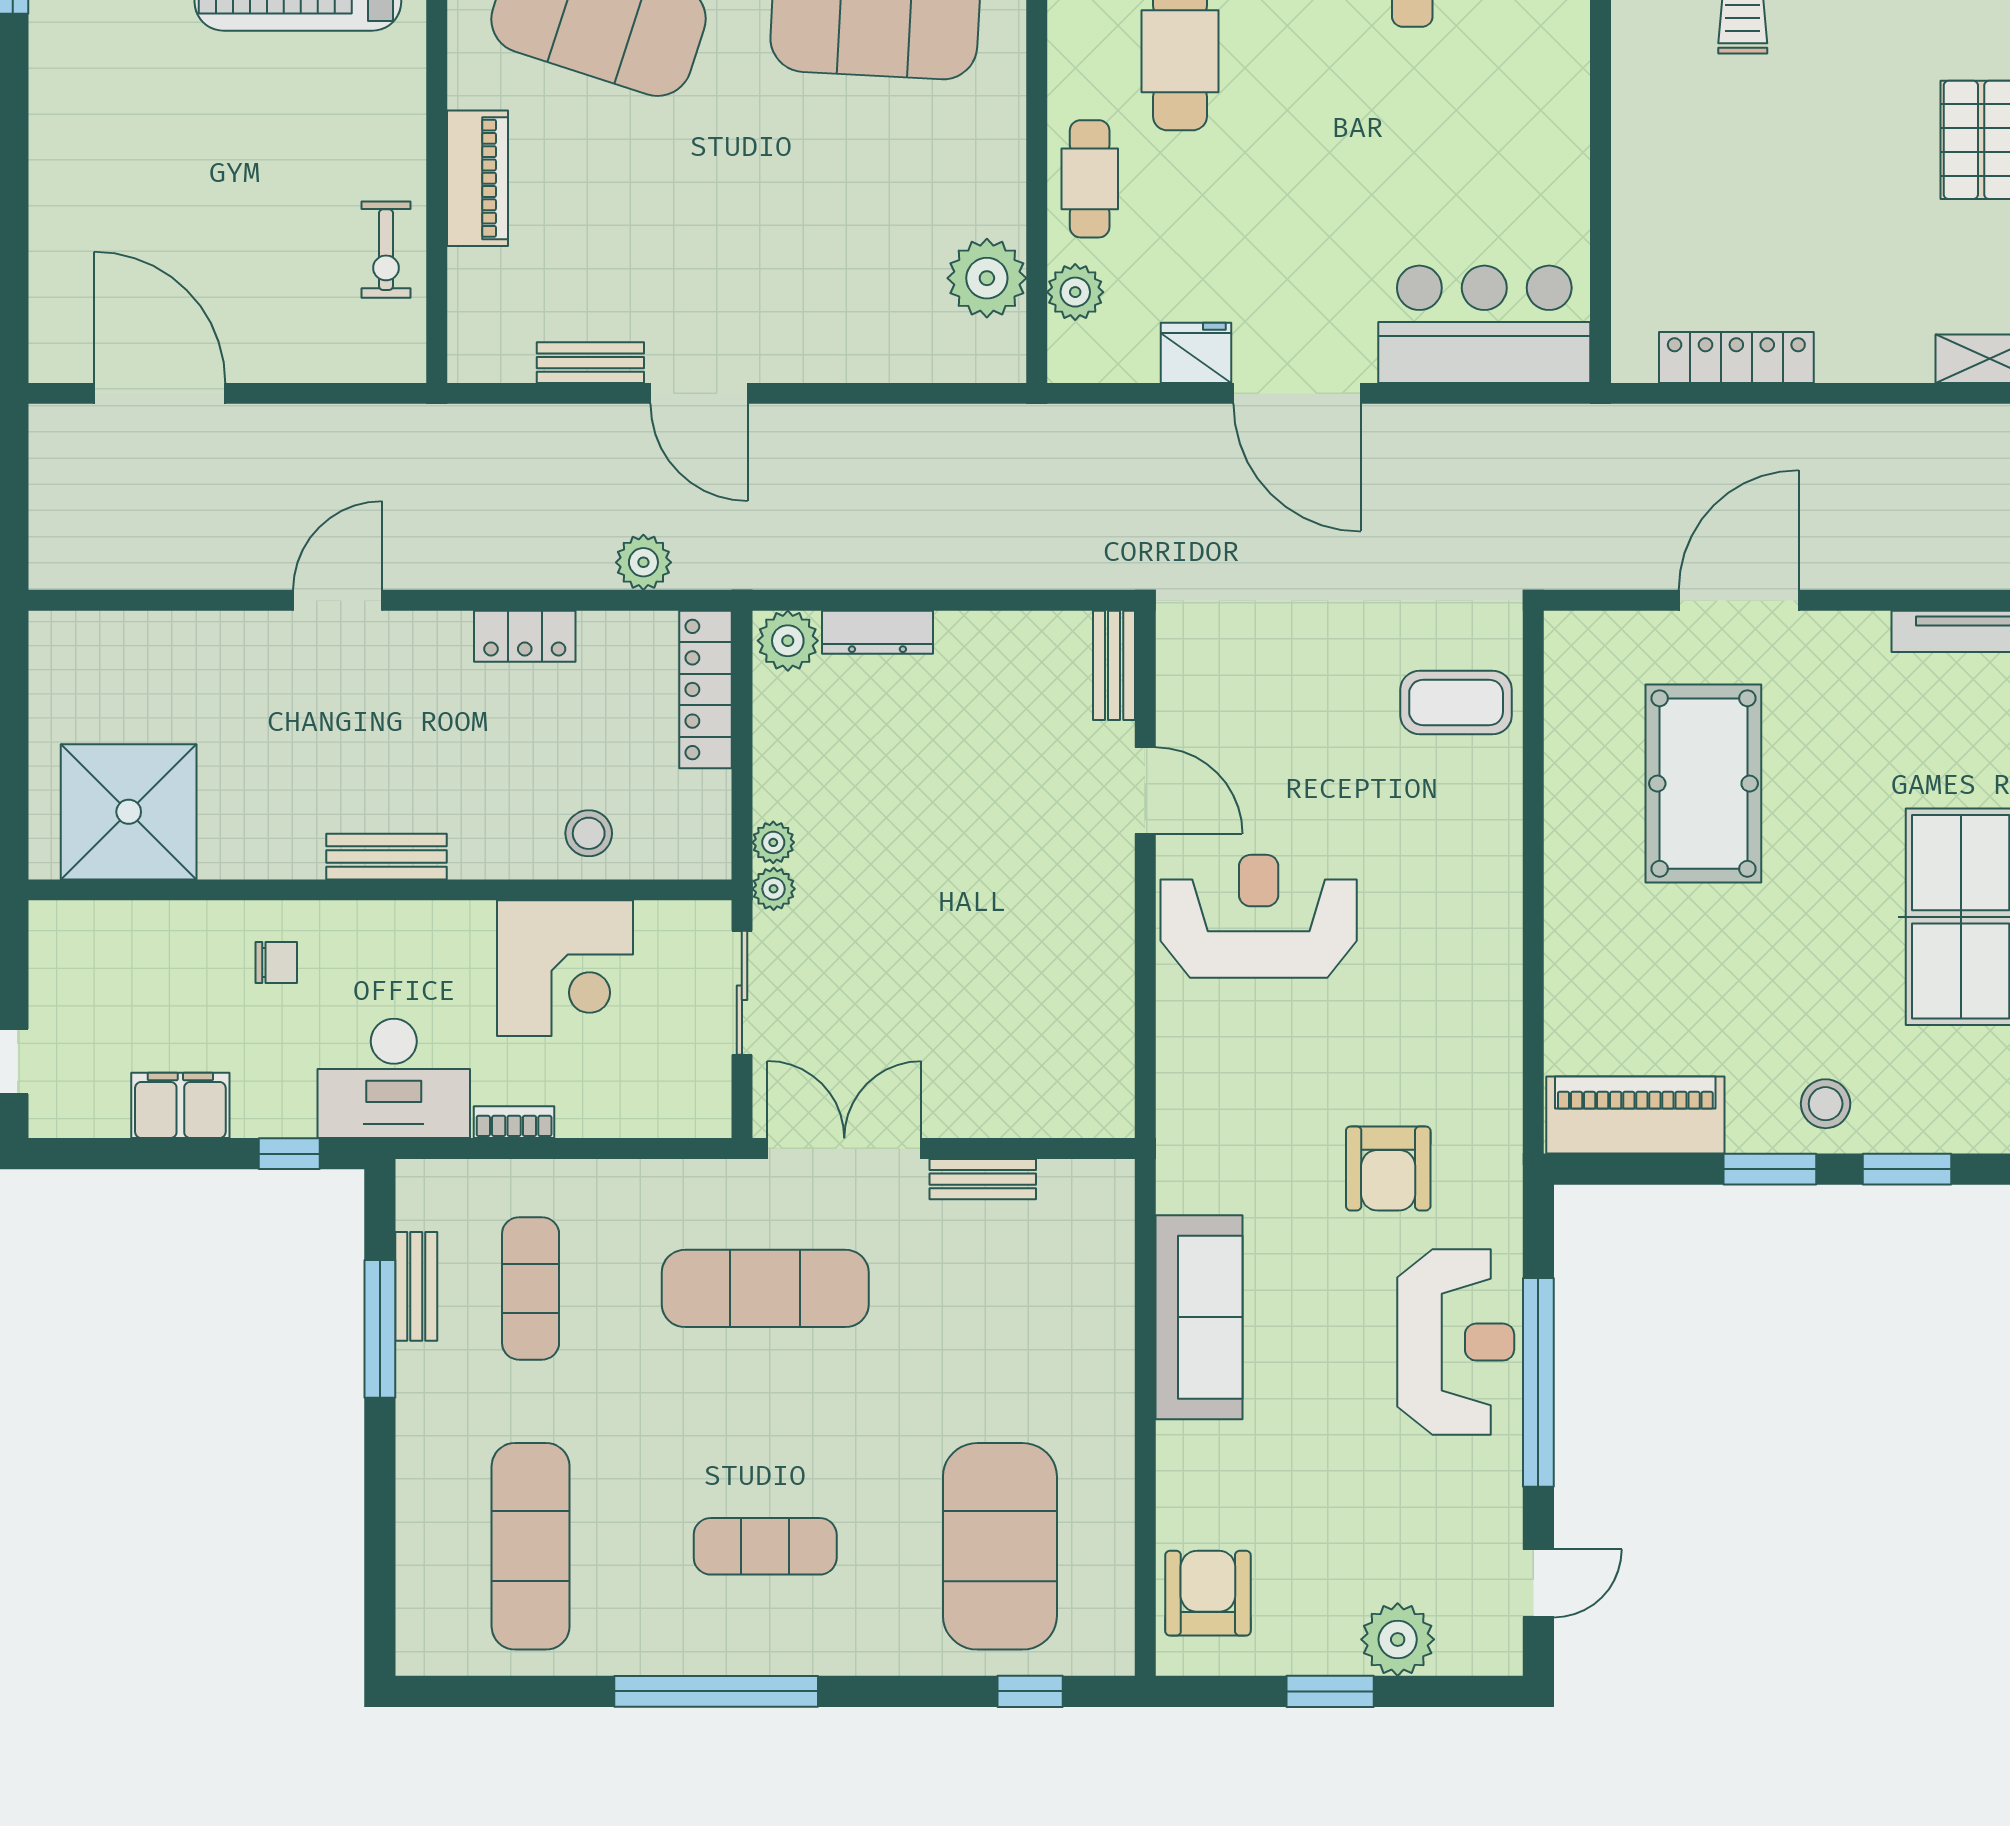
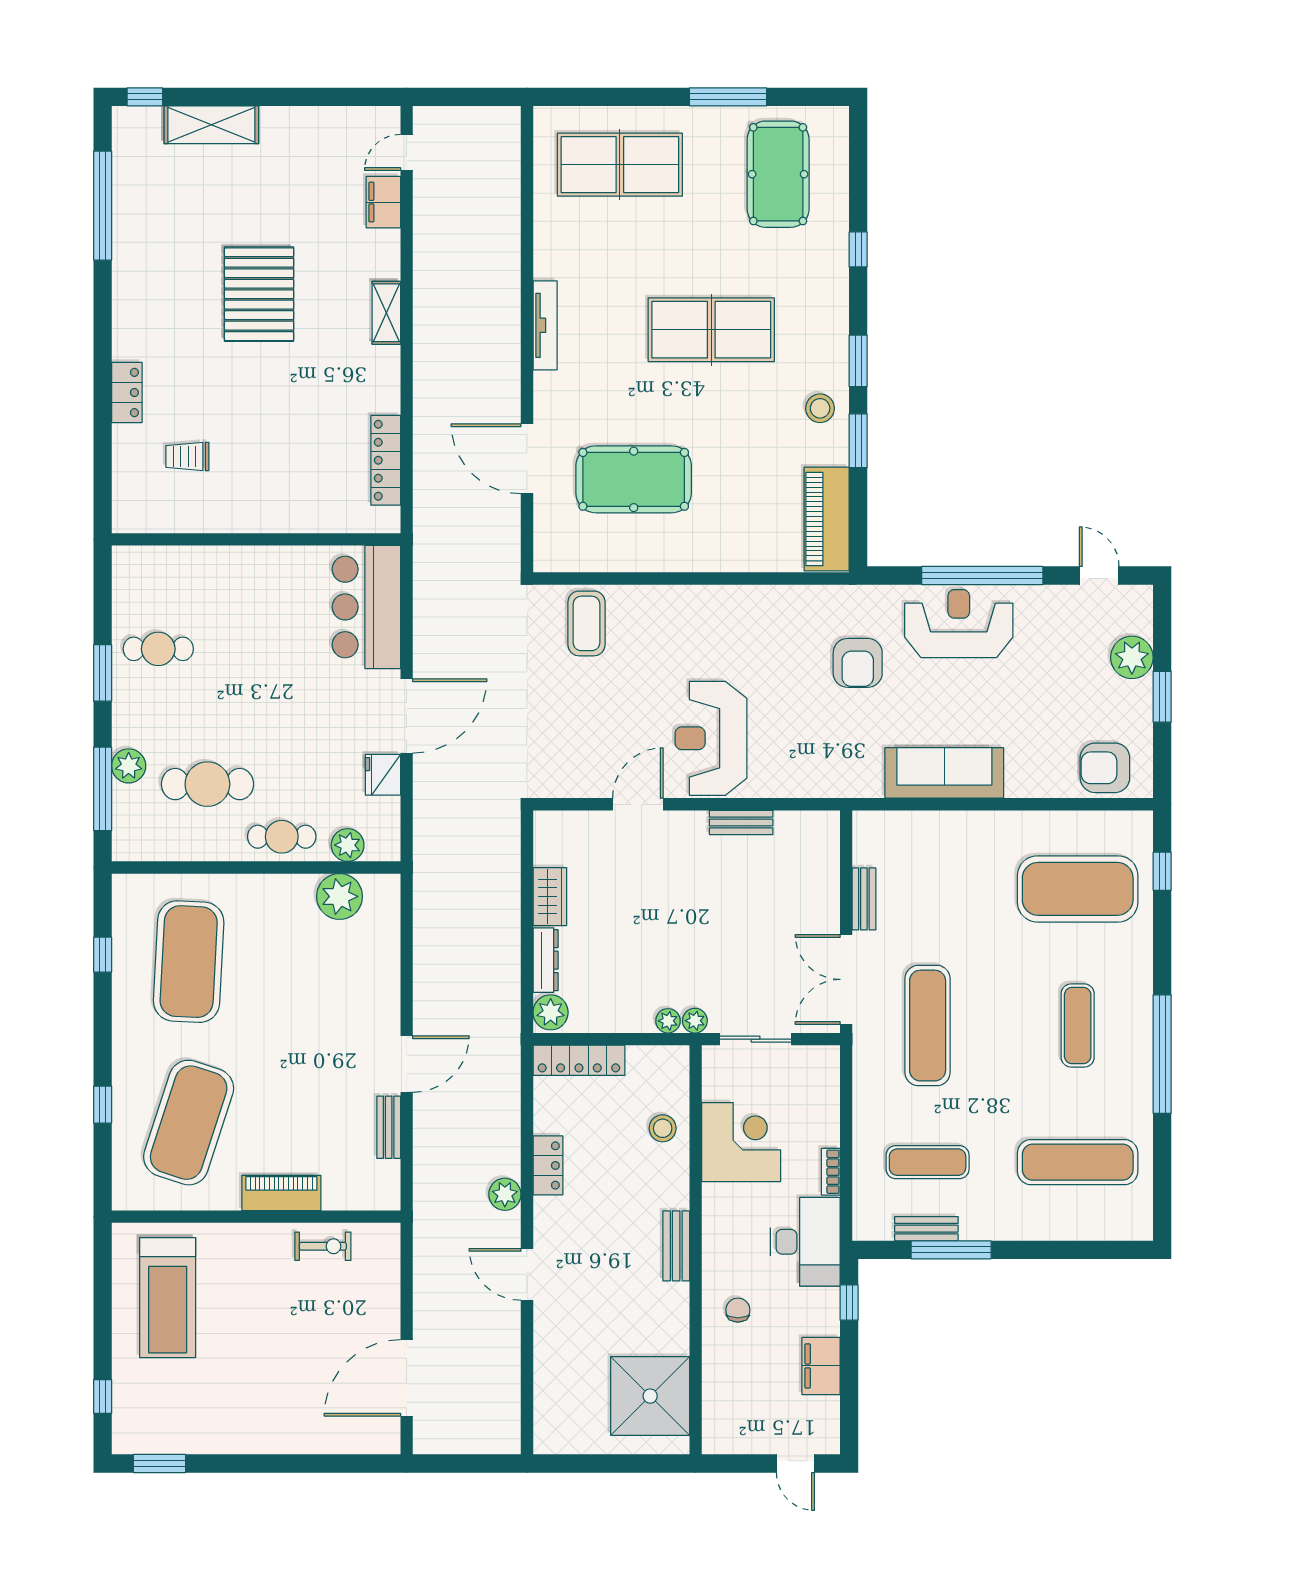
plant: (643, 562) -> (505, 1194), moved
wardrobe: (987, 640) -> (550, 897), added
bench: (1114, 665) -> (741, 822), moved
armchair: (1388, 1168) -> (858, 663), turned 90

